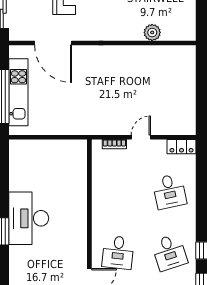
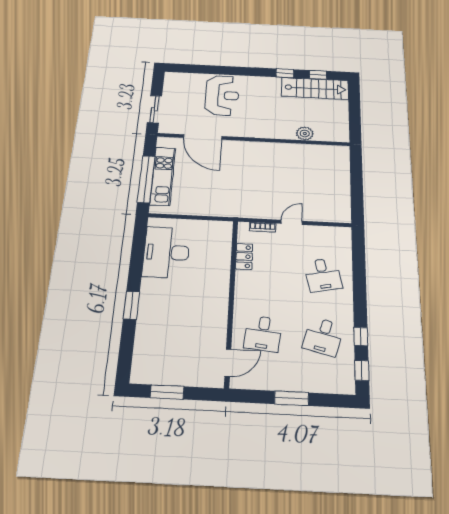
locker: (182, 147) -> (244, 257), moved, turned -90
desk: (29, 218) -> (166, 252), moved
desk: (169, 252) -> (323, 337), turned 33

